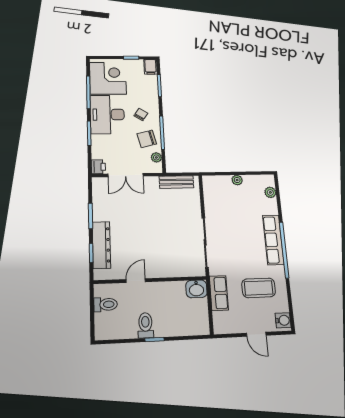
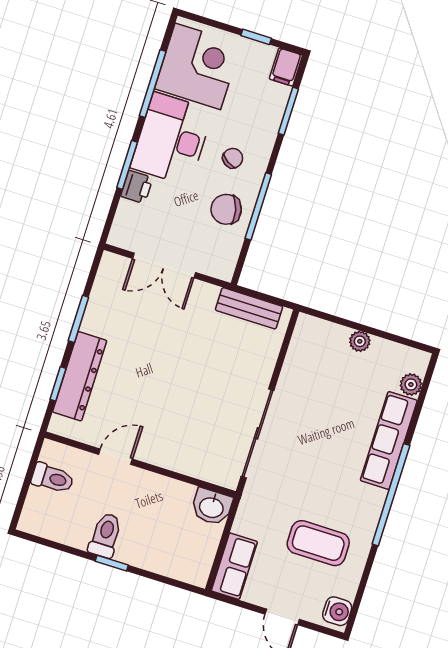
plant: (156, 157) -> (230, 250), removed
printer: (98, 167) -> (137, 187), moved
row of seats: (273, 240) -> (389, 440), moved
row of seats: (219, 293) -> (234, 566), moved

